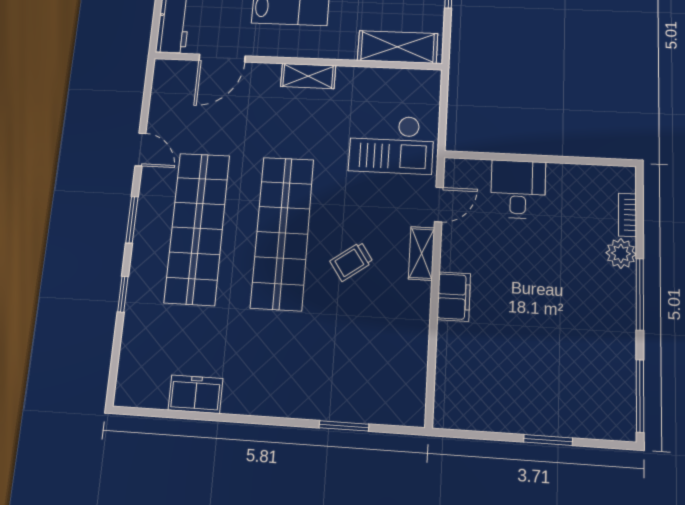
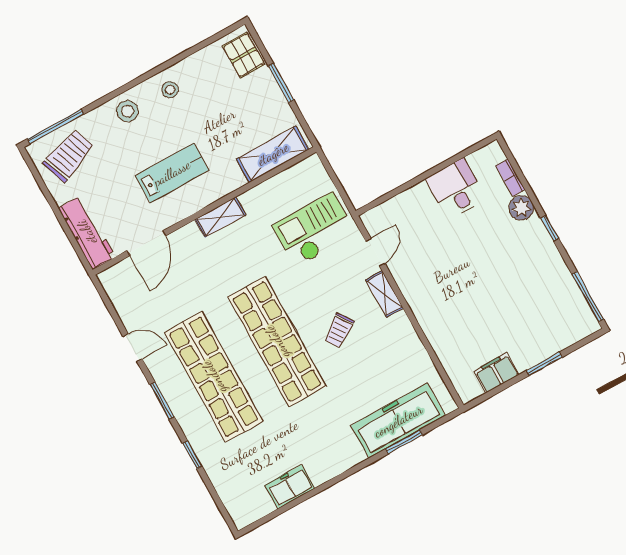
checkout: (391, 144) -> (314, 230), turned 180
desk: (518, 189) -> (456, 189), moved
window: (640, 294) -> (550, 228), width x0.46
filing cabinet: (454, 297) -> (496, 373), moved, turned -90
freezer: (352, 398) -> (398, 421), added

